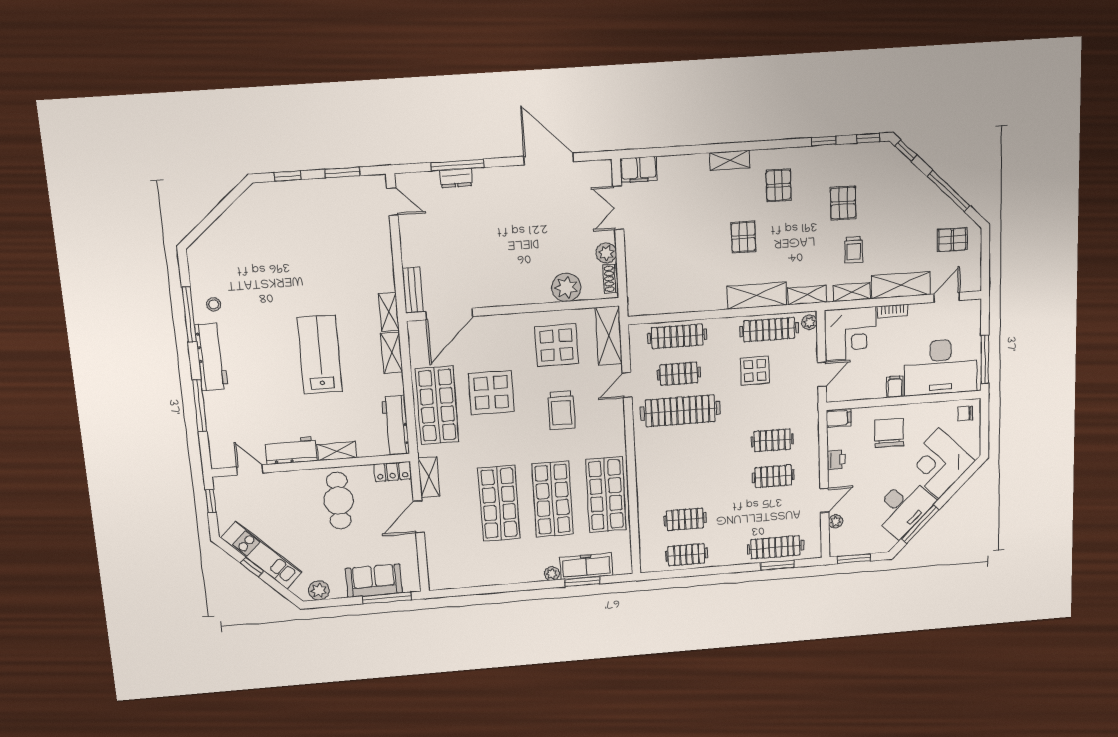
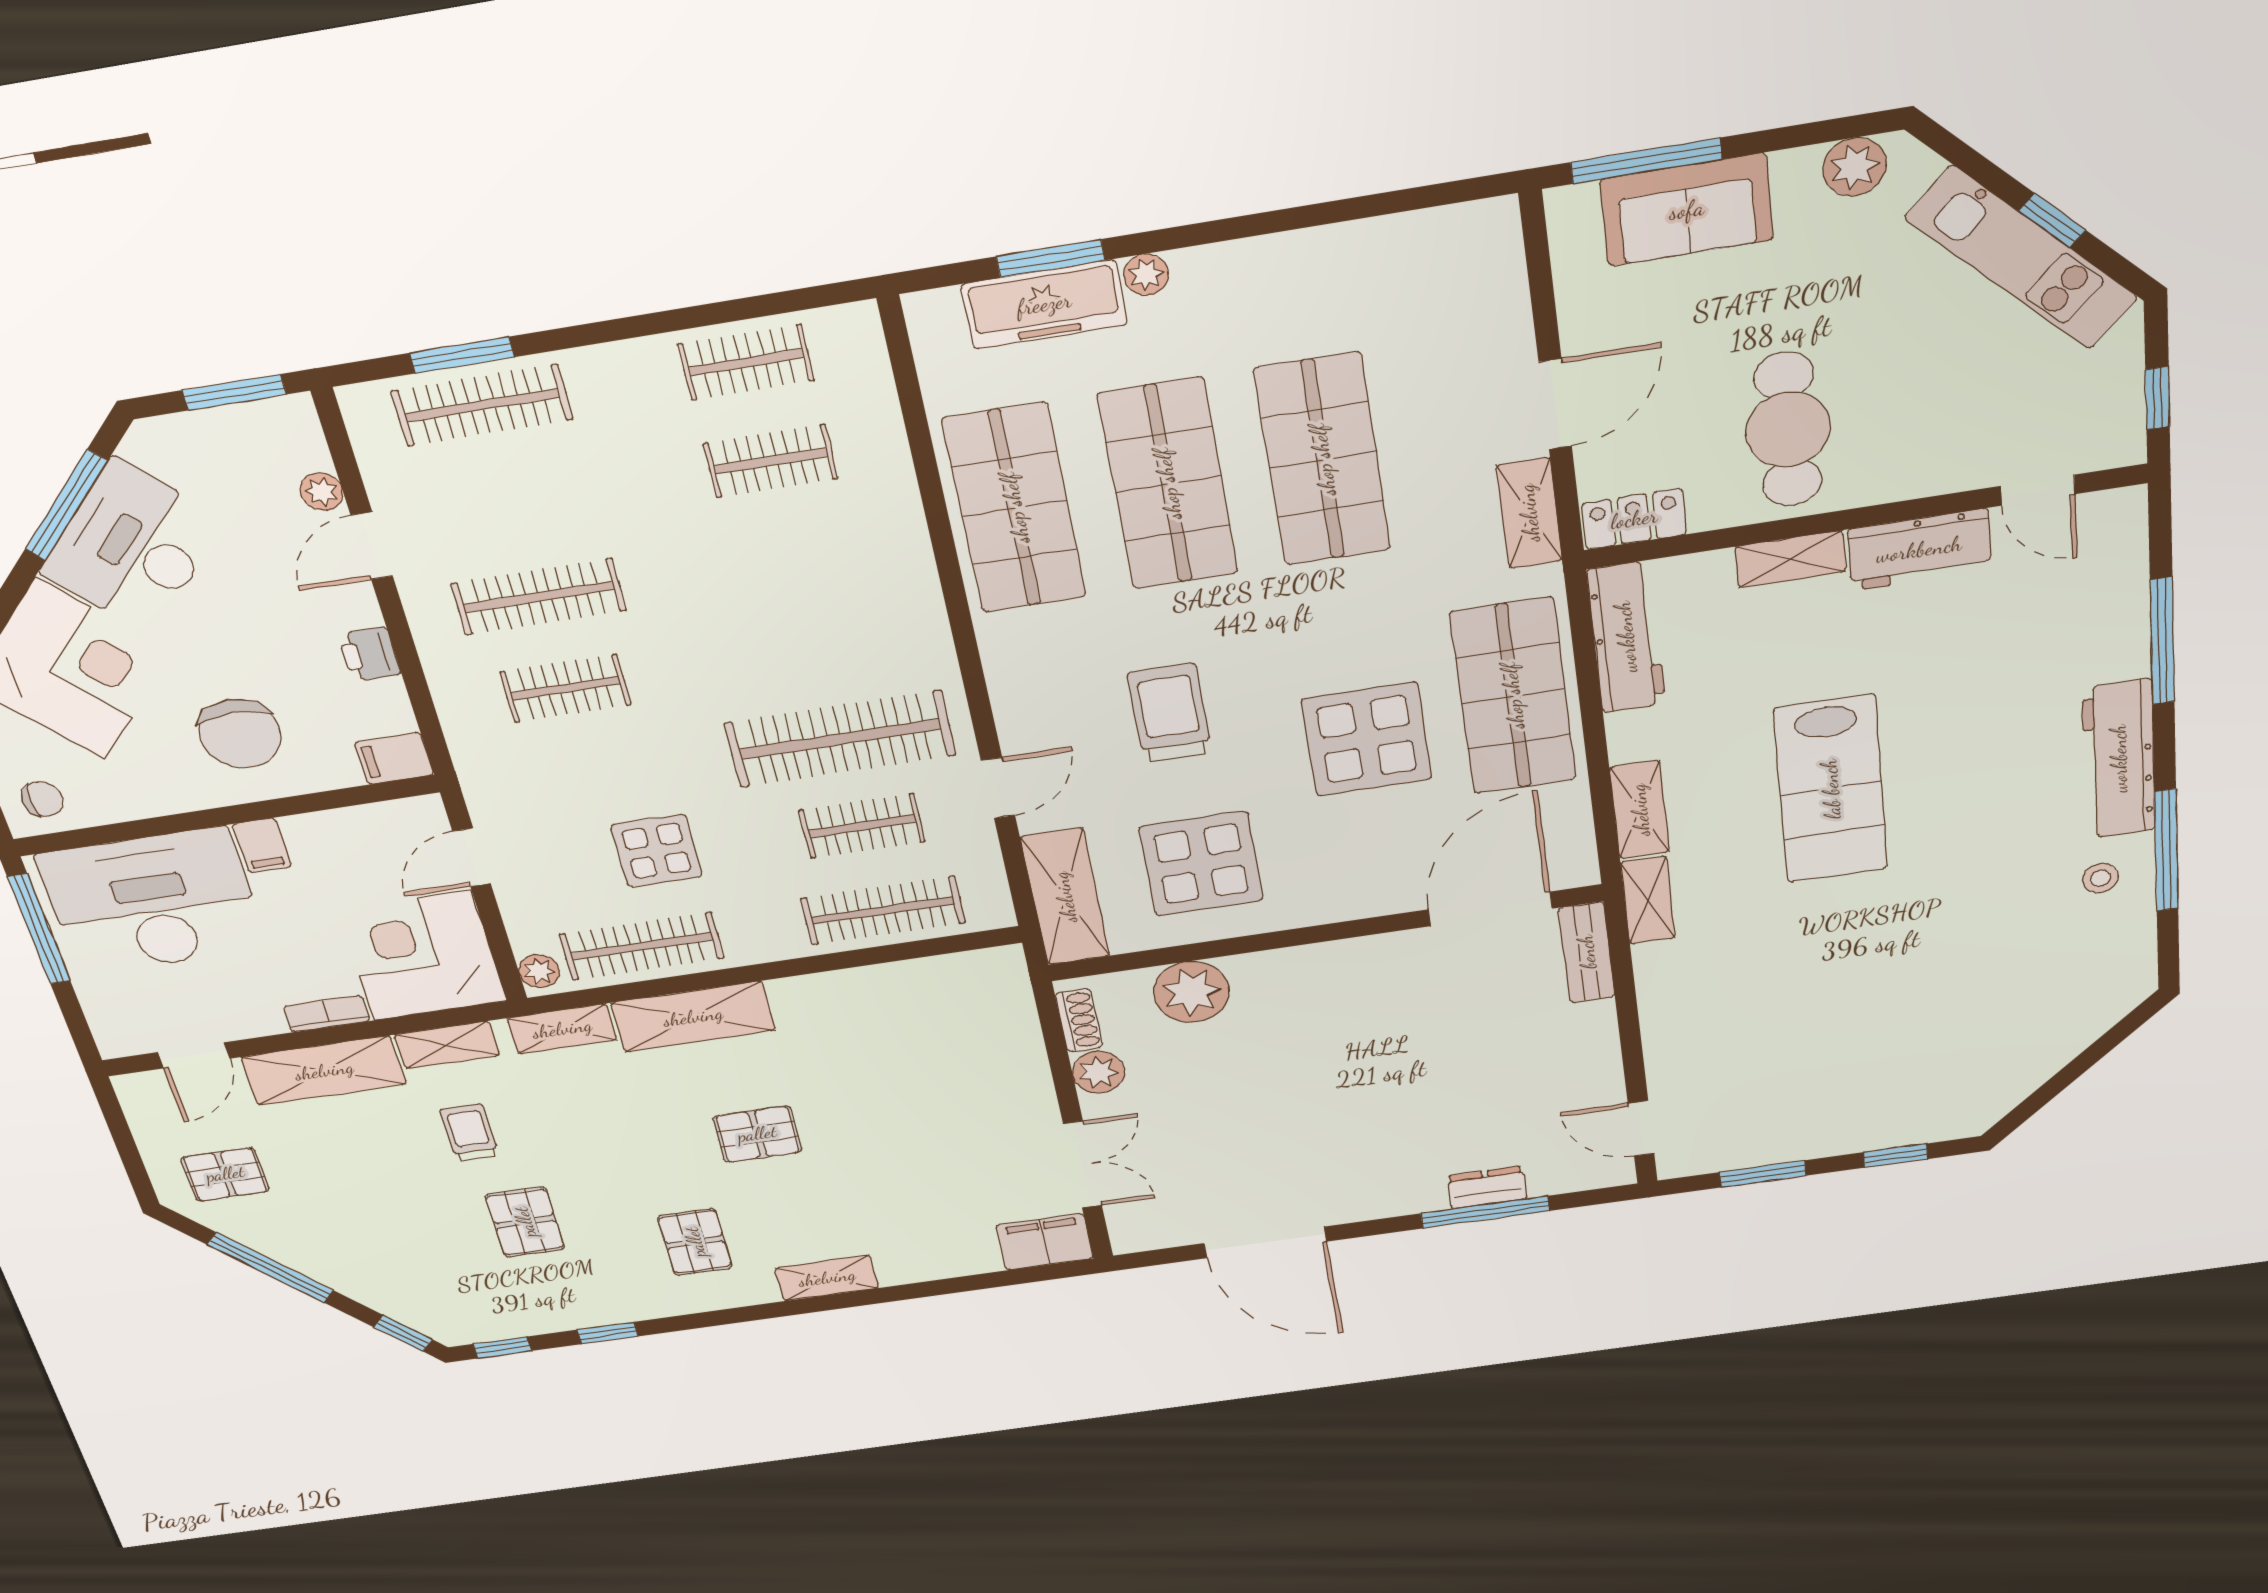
pallet: (743, 237) -> (757, 1134), turned 90
clothes rail: (773, 476) -> (539, 597), width x1.36

